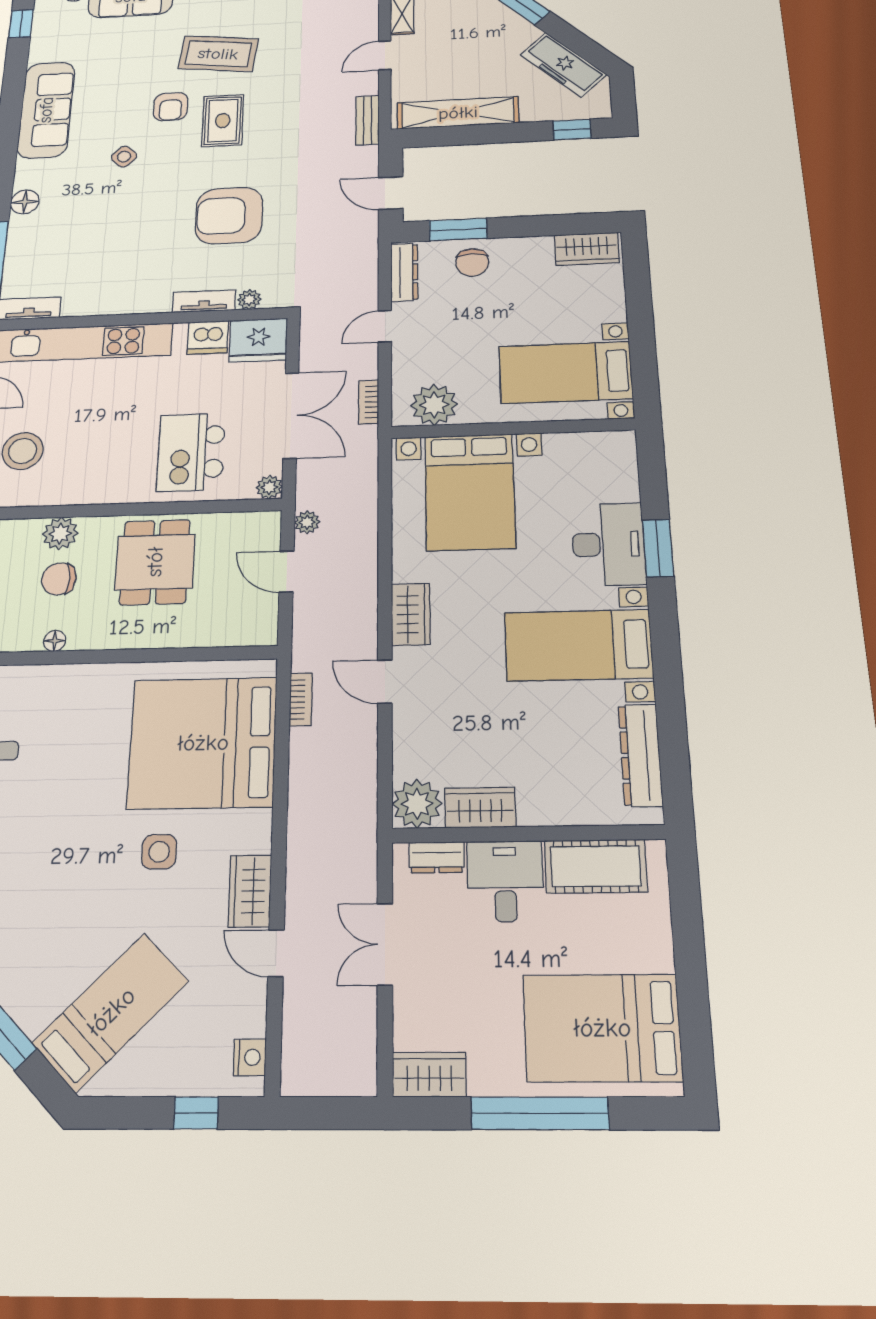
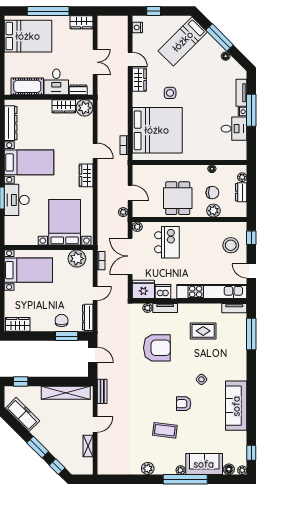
coffee table: (218, 54) -> (165, 430), width x0.73, depth x0.76
armchair: (171, 107) -> (184, 404), turned -90
rug: (223, 121) -> (203, 331), moved, turned 90
floor lamp: (25, 202) -> (241, 359), removed

